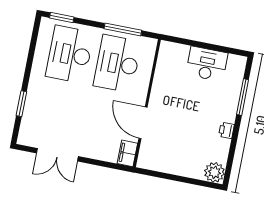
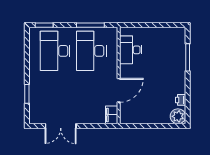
desk: (207, 64) -> (131, 50), moved, turned -90
door: (143, 123) -> (119, 90), swing flipped
printer: (226, 130) -> (181, 100), moved

